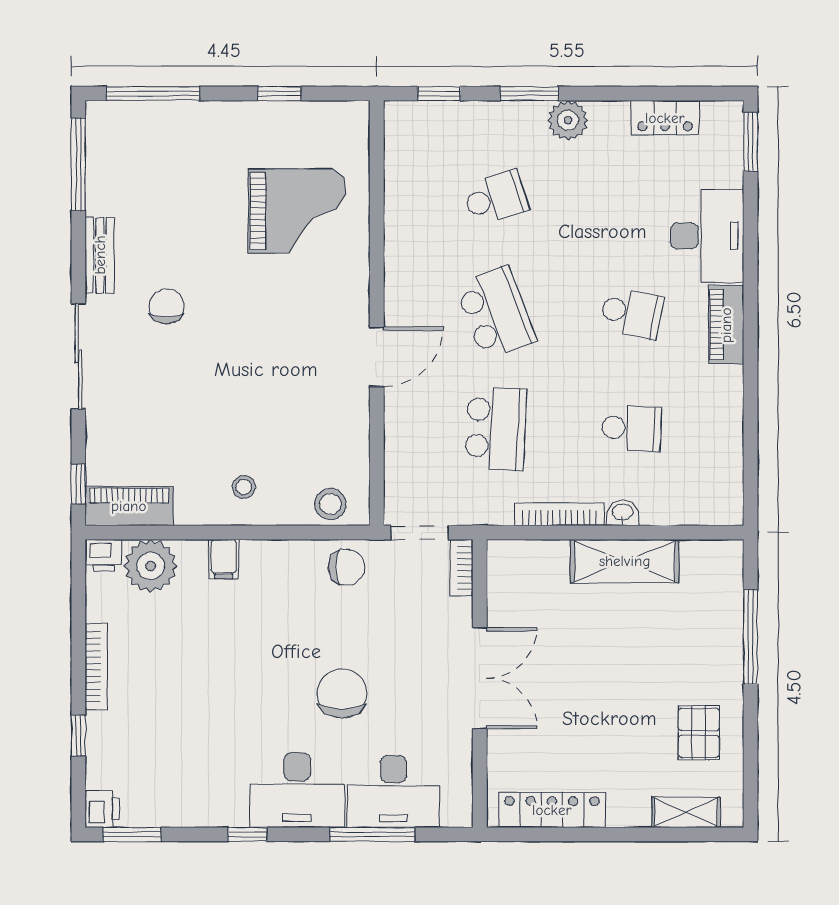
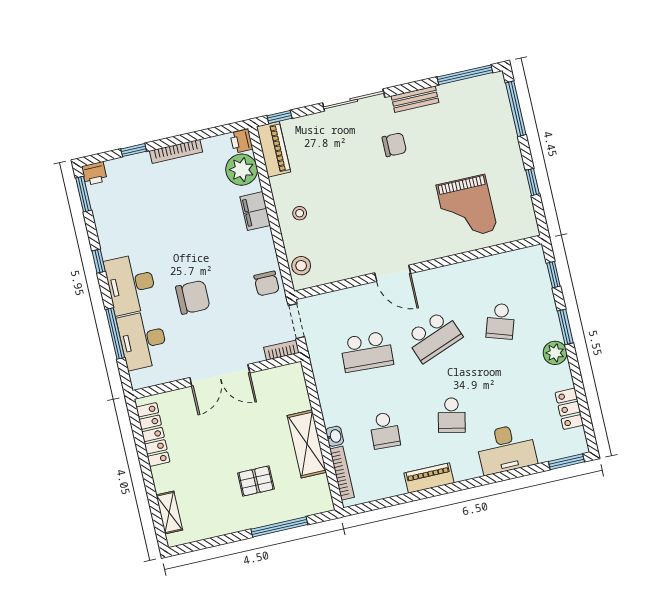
school desk: (496, 198) -> (501, 321), turned 36
piano: (726, 325) -> (429, 478), moved
bookcase: (559, 514) -> (342, 473), moved
filing cabinet: (224, 559) -> (255, 211), width x2.00
pallet: (699, 733) -> (256, 481), moved

